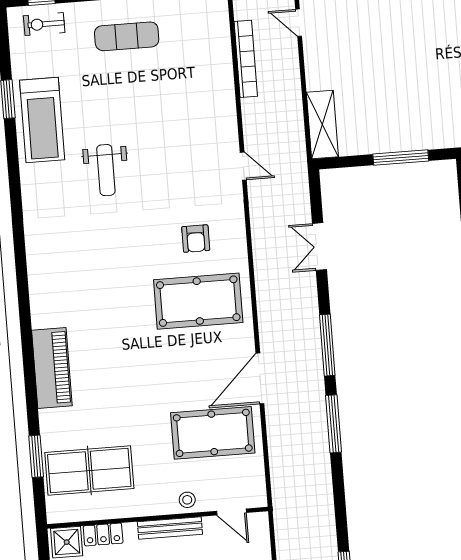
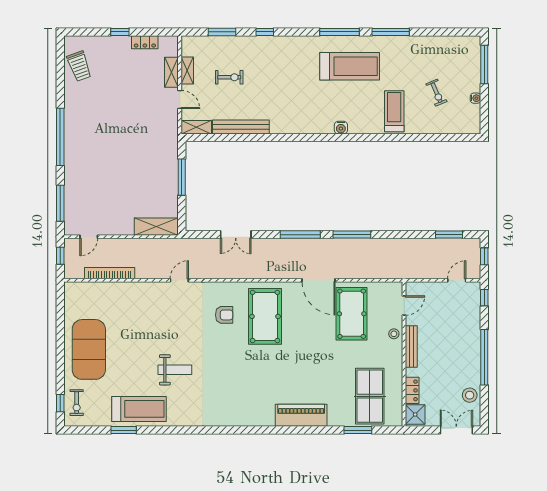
exercise mat: (127, 36) -> (89, 349), width x2.00, depth x1.45

